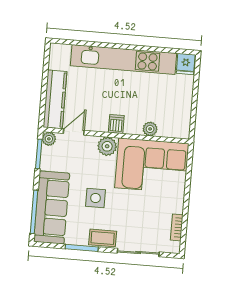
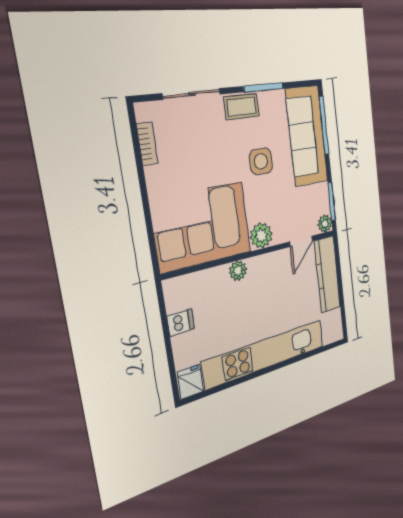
dishwasher: (116, 124) -> (181, 323), moved, turned -90
plant: (150, 129) -> (238, 271), moved

